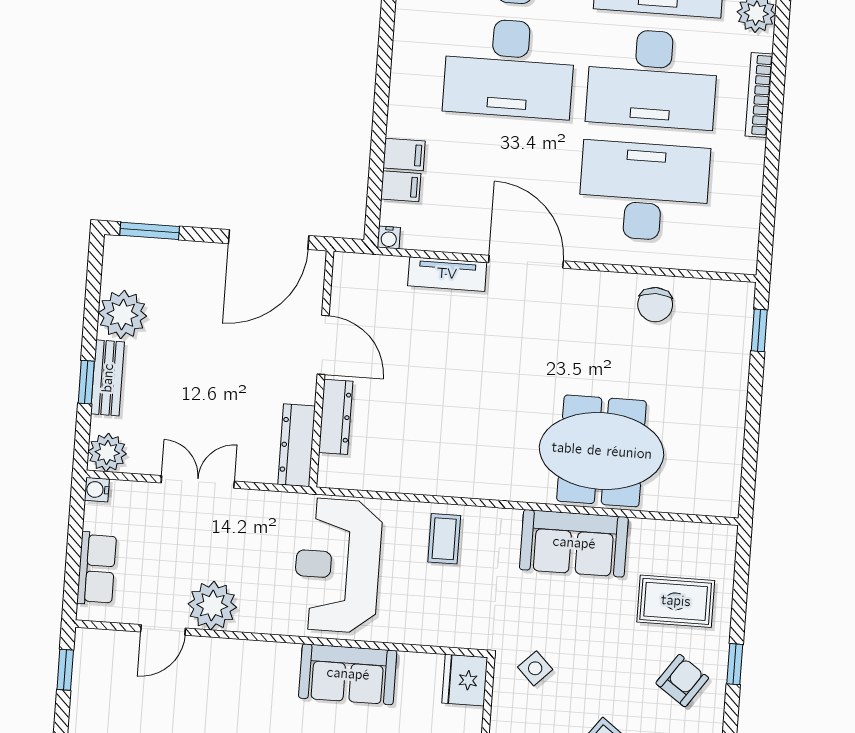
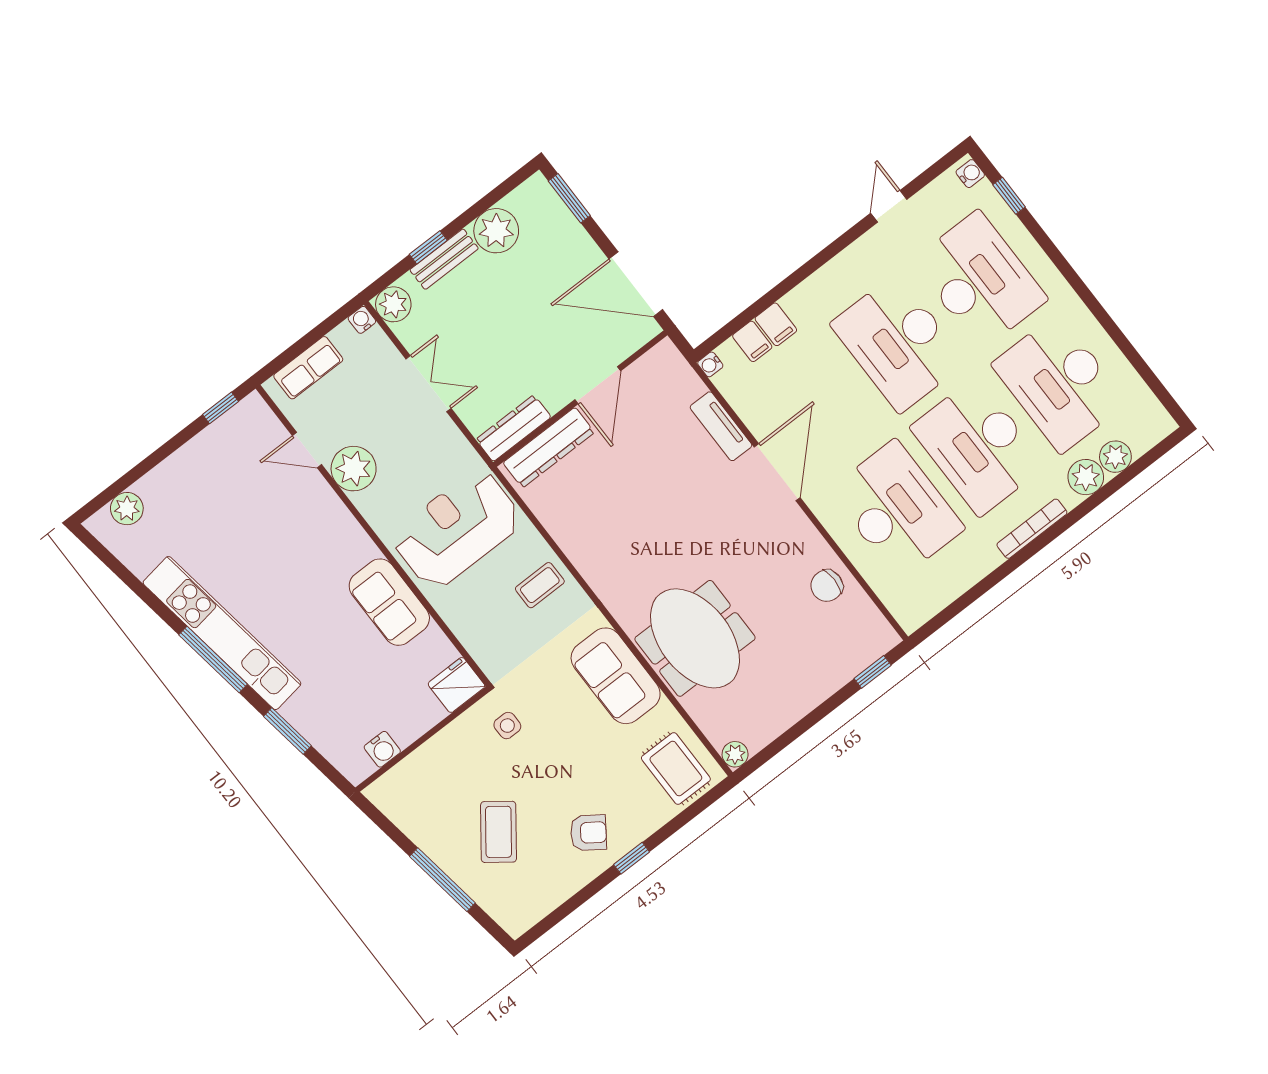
dresser: (336, 417) -> (549, 448), width x1.37, depth x1.24
plant: (726, 503) -> (735, 754), added
rug: (676, 601) -> (676, 768), moved
side table: (535, 668) -> (507, 726), turned 45

